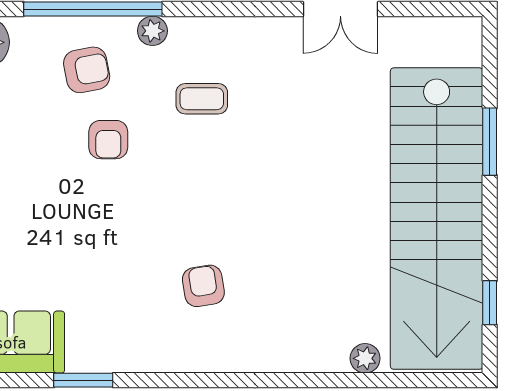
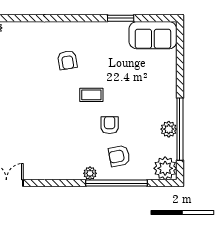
coffee table: (202, 99) -> (91, 95), moved

